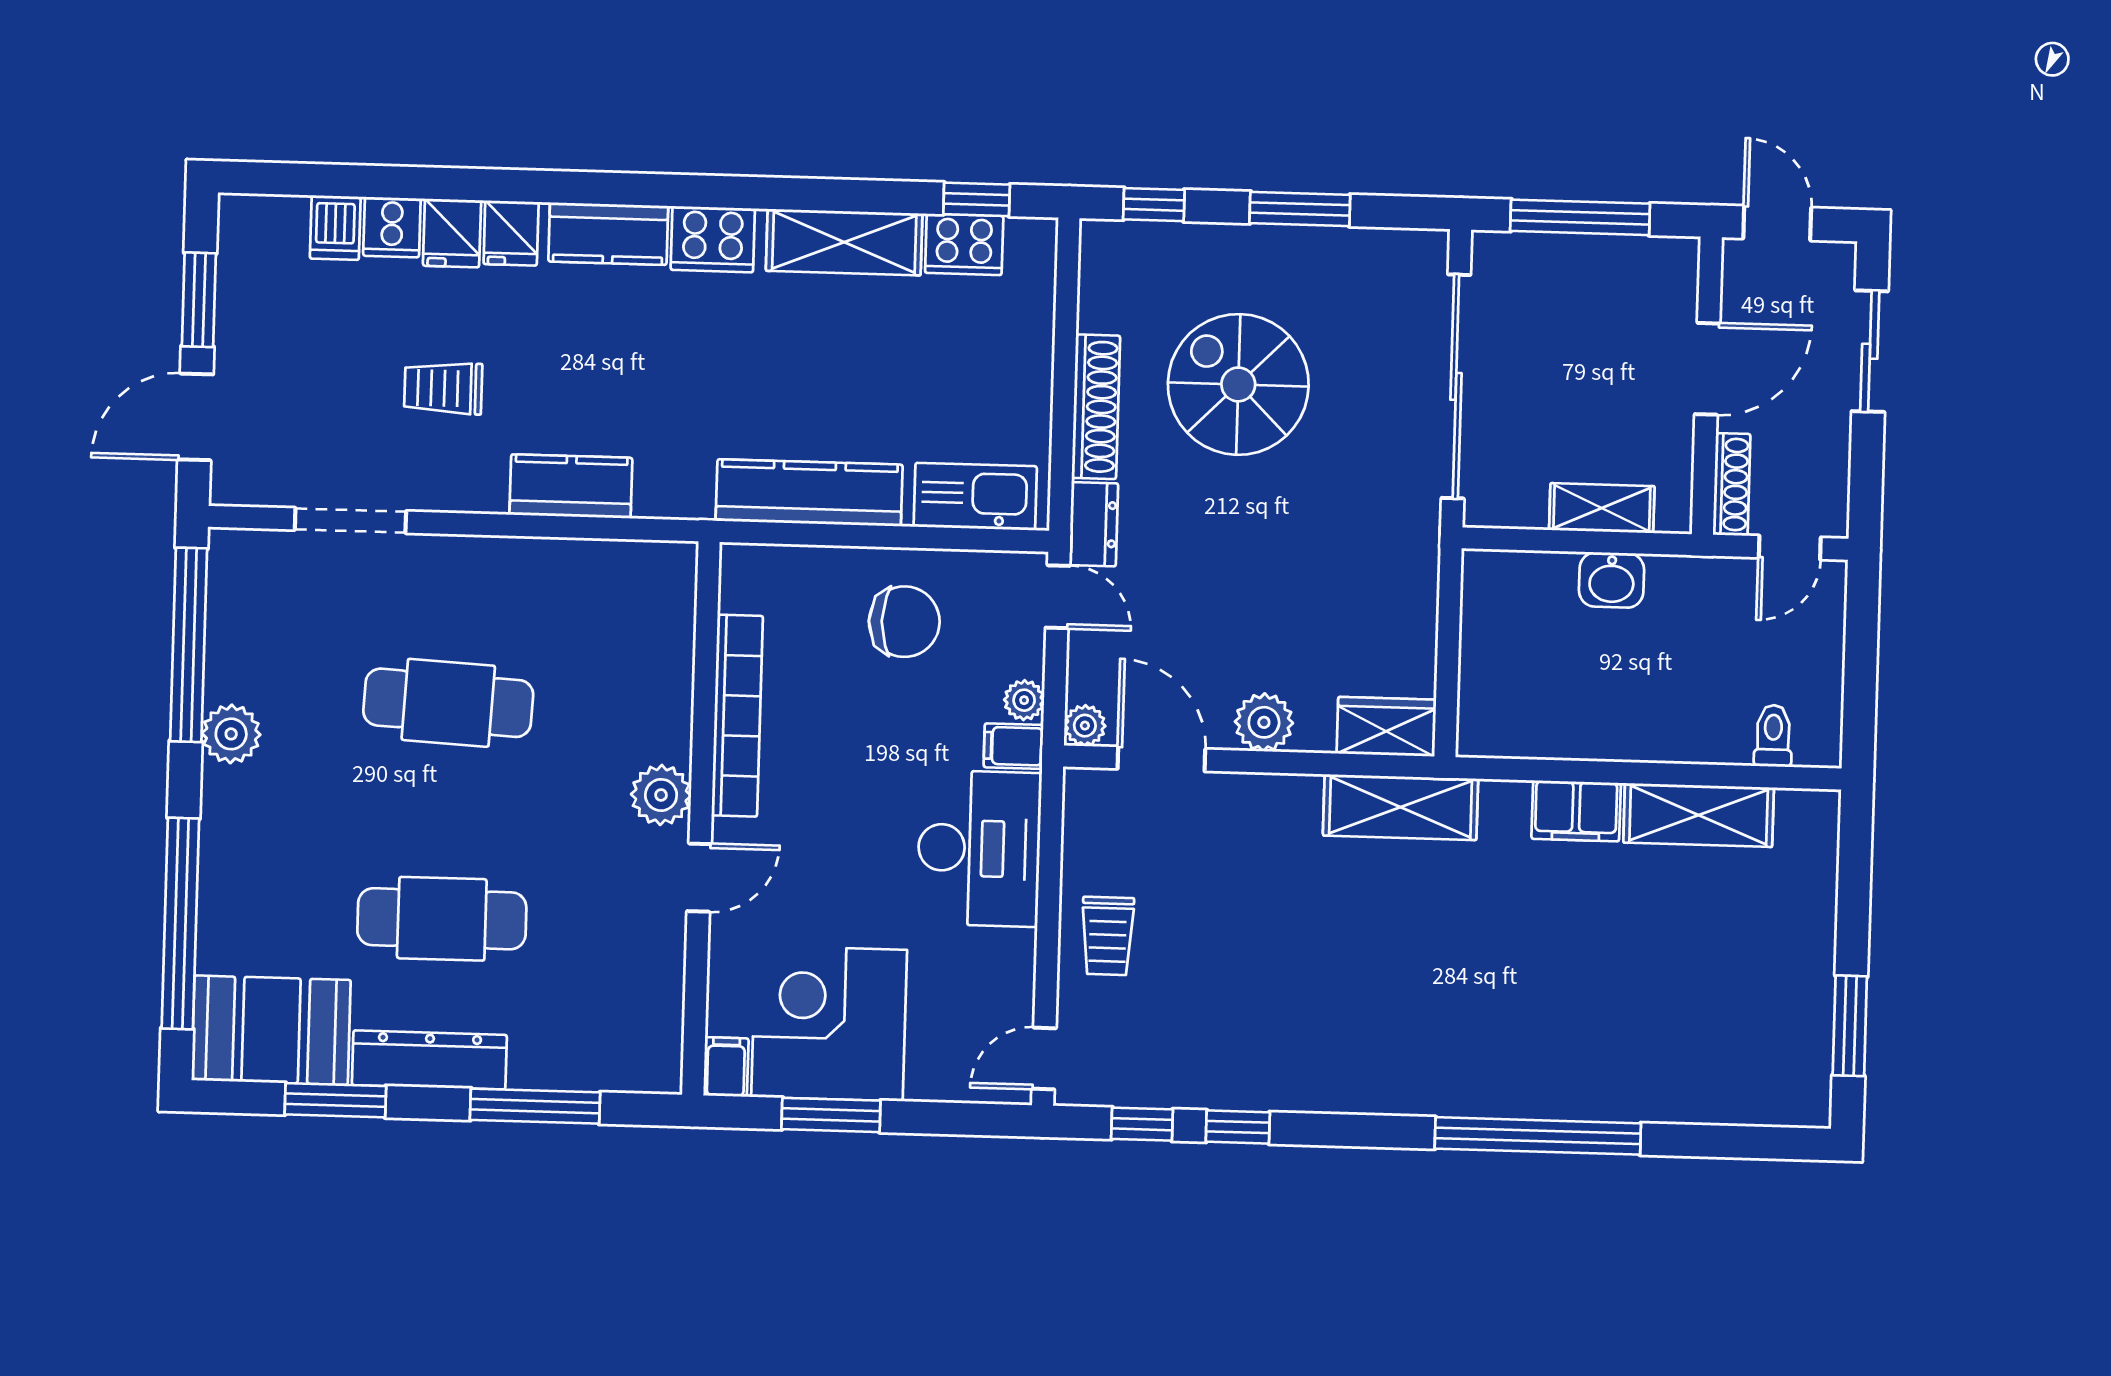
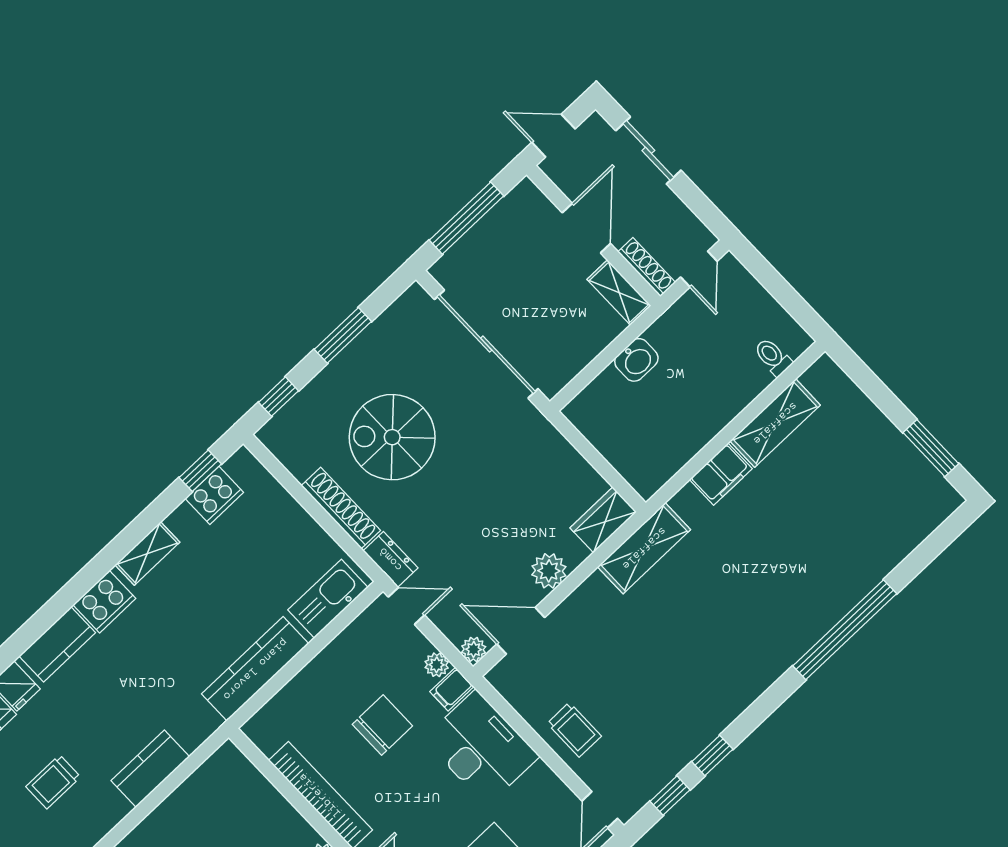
shelving: (844, 242) -> (147, 554), width x0.67, depth x0.75
shelving: (1602, 508) -> (619, 292), moved, turned 90
chair: (904, 622) -> (382, 725), moved

